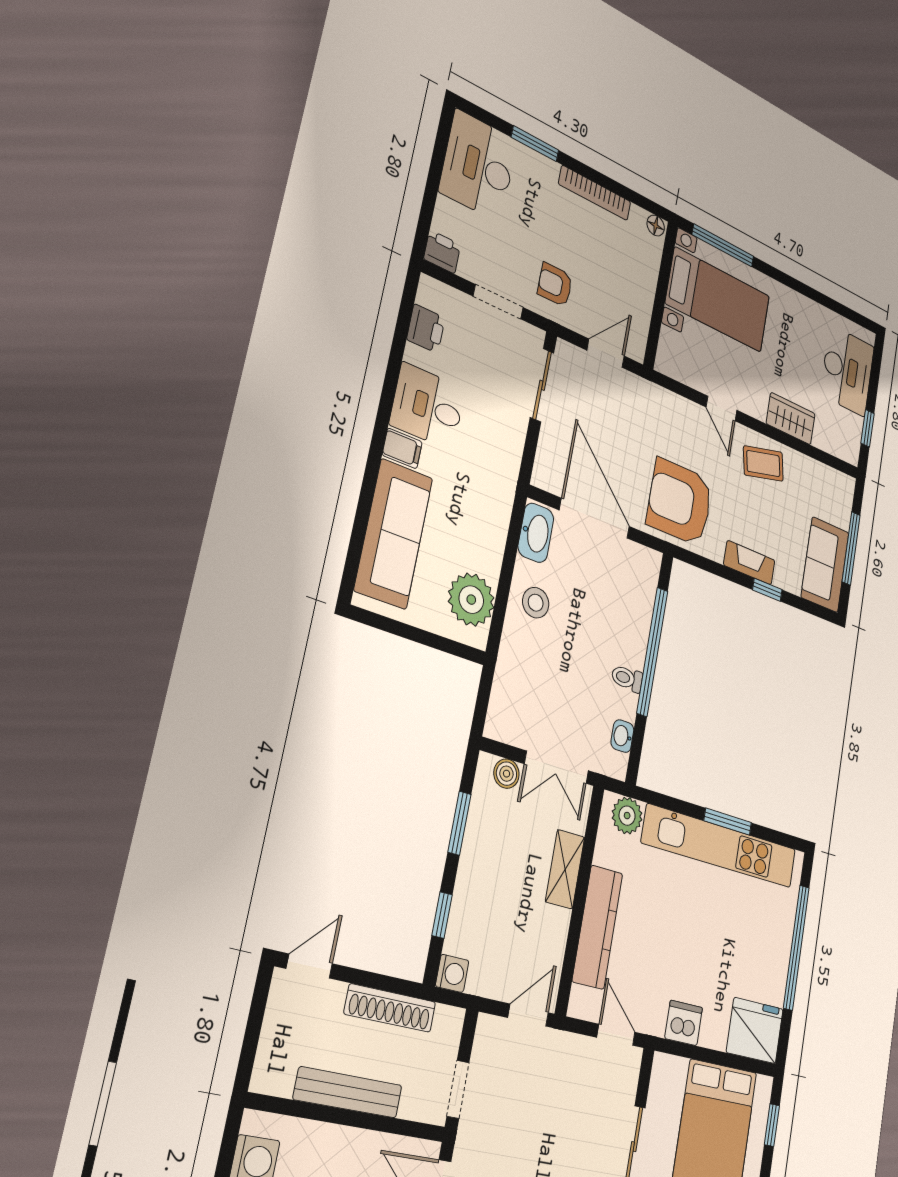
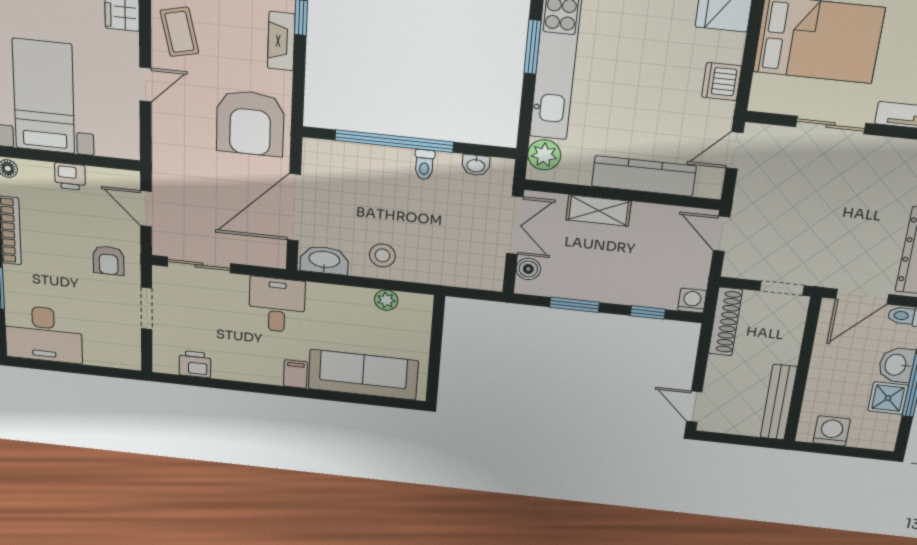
printer: (442, 252) -> (70, 176), moved, turned -90
desk: (428, 406) -> (277, 305), moved, turned 180
plant: (471, 600) -> (386, 300), width x0.53, depth x0.53
shoe rack: (390, 1008) -> (725, 322), moved
bench: (348, 1092) -> (779, 402), moved

